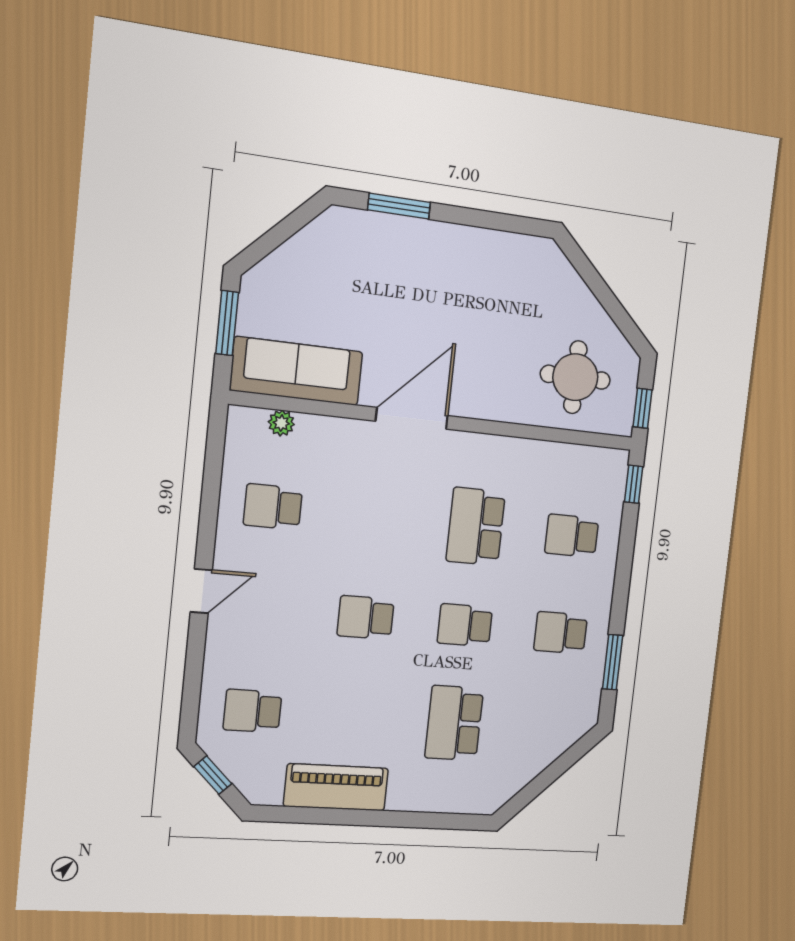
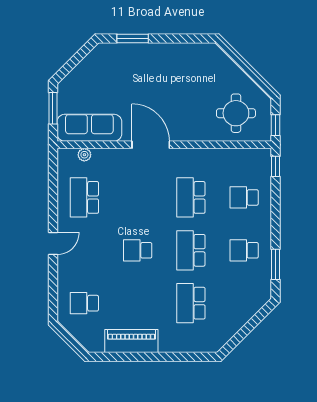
door: (412, 418) -> (151, 145), hinge flipped
school desk: (273, 507) -> (84, 197), width x1.85
school desk: (465, 625) -> (191, 250), width x1.85
window: (213, 775) -> (68, 338), removed

